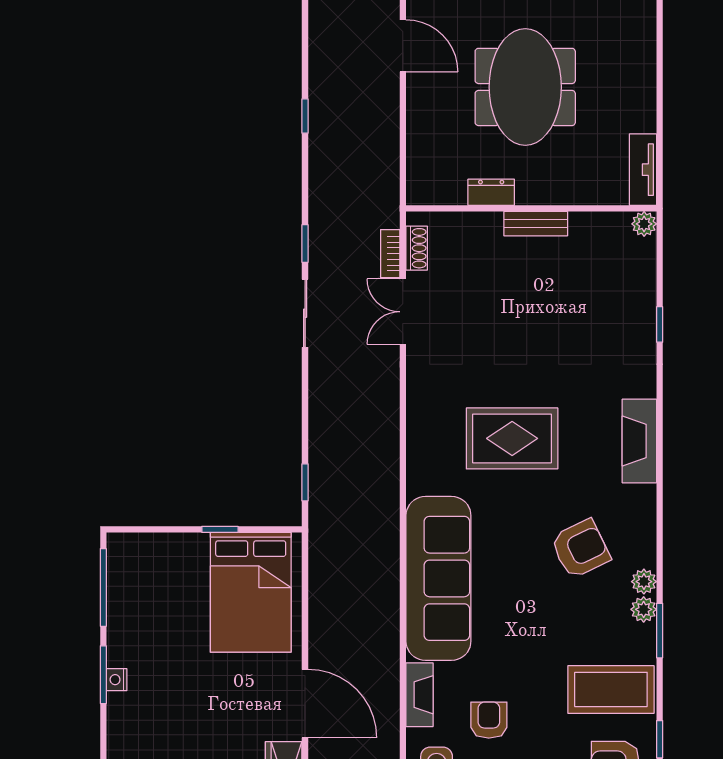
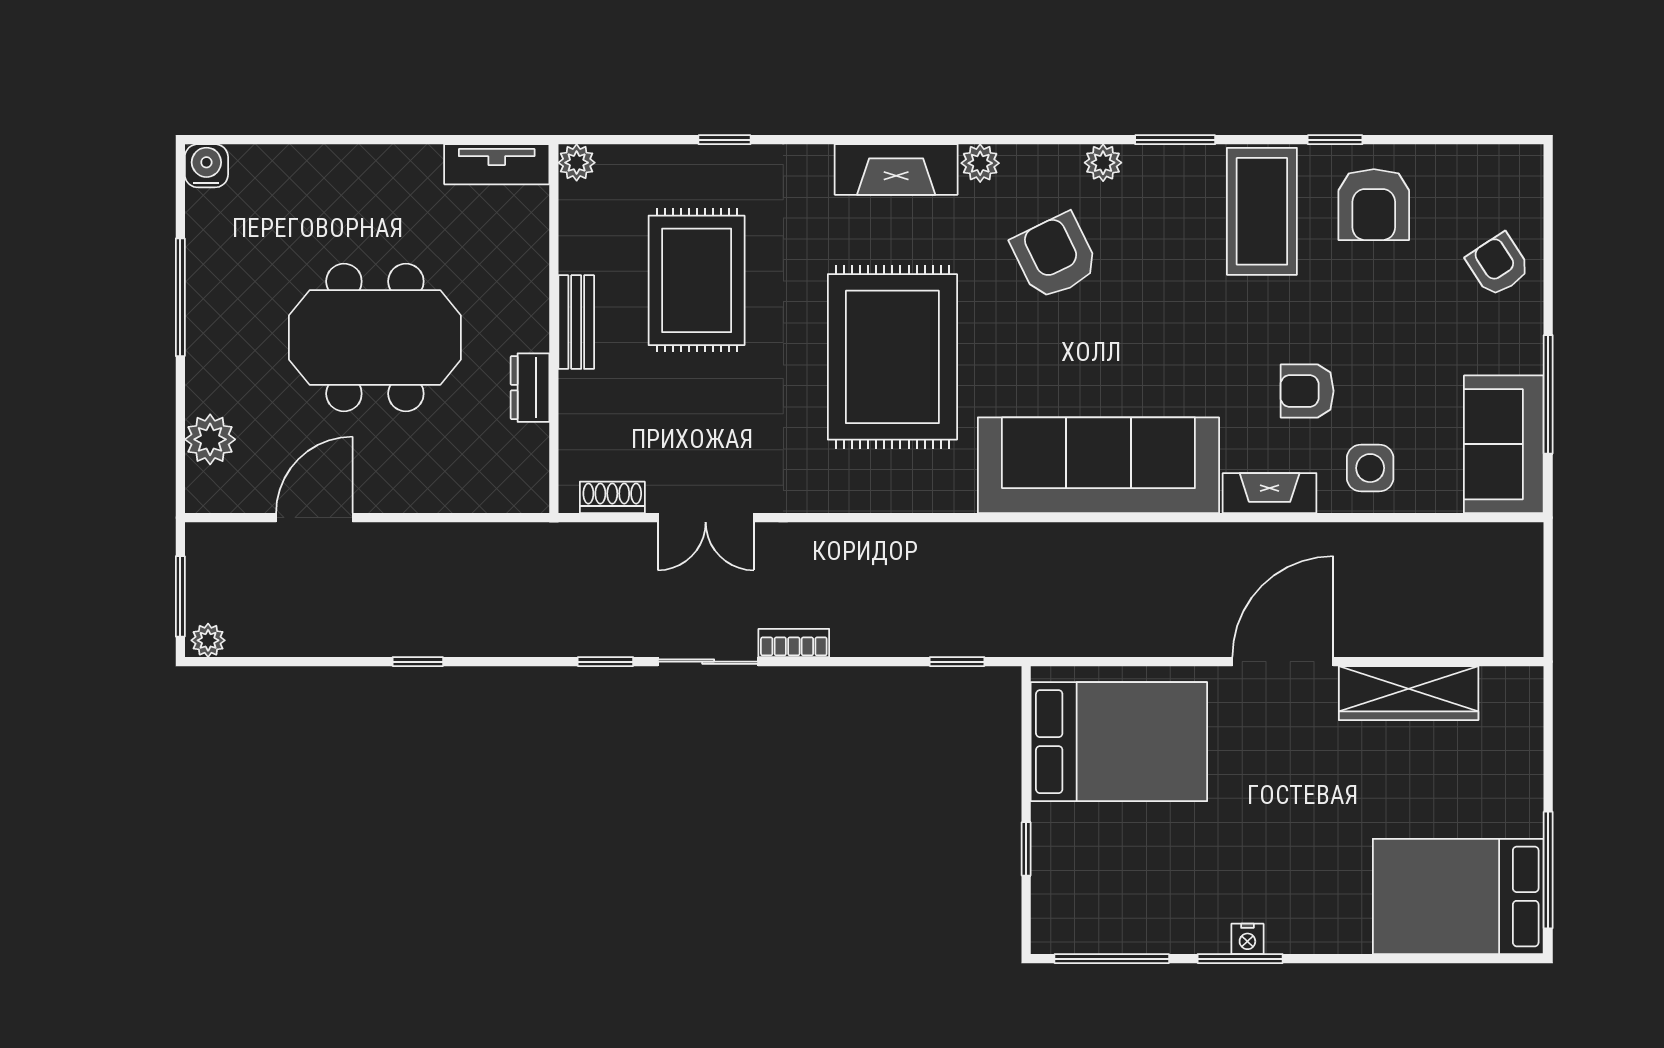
bookcase: (390, 254) -> (794, 643), moved, turned 180
rug: (564, 305) -> (697, 280), added
rug: (512, 438) -> (892, 357), width x1.37, depth x1.44
window: (220, 529) -> (1026, 849), moved
plant: (644, 609) -> (980, 163), moved

